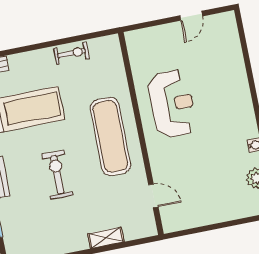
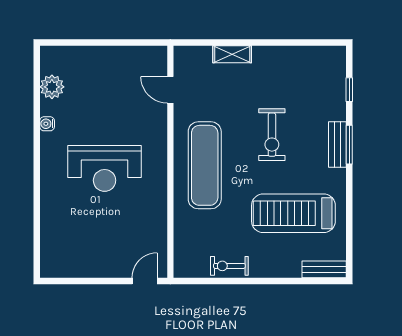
door: (191, 16) -> (145, 281), moved
reception desk: (172, 104) -> (105, 168), moved, turned -90

